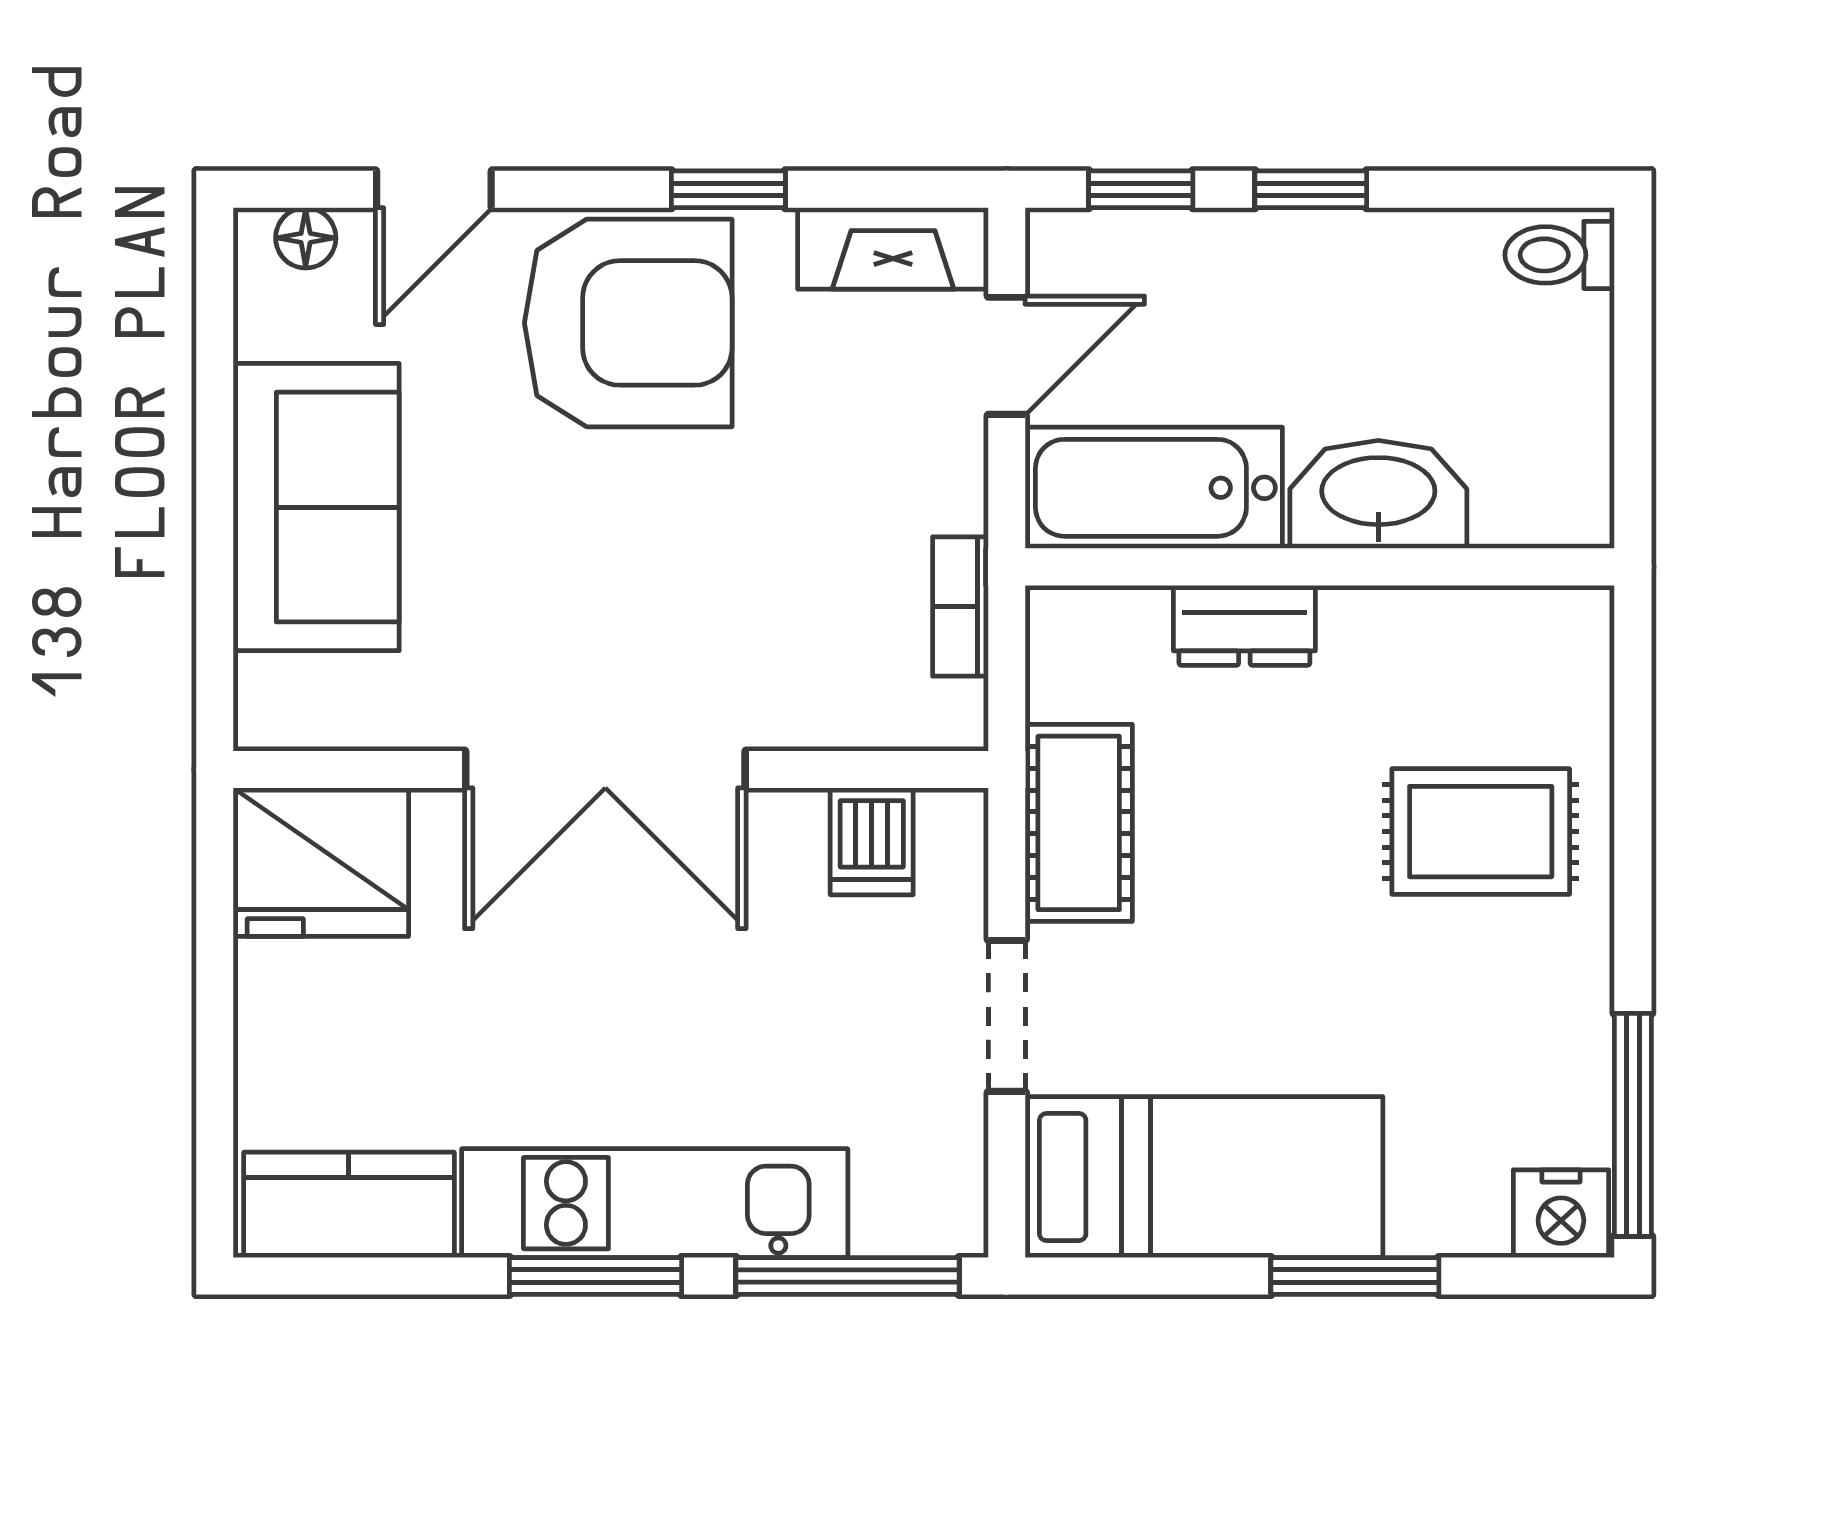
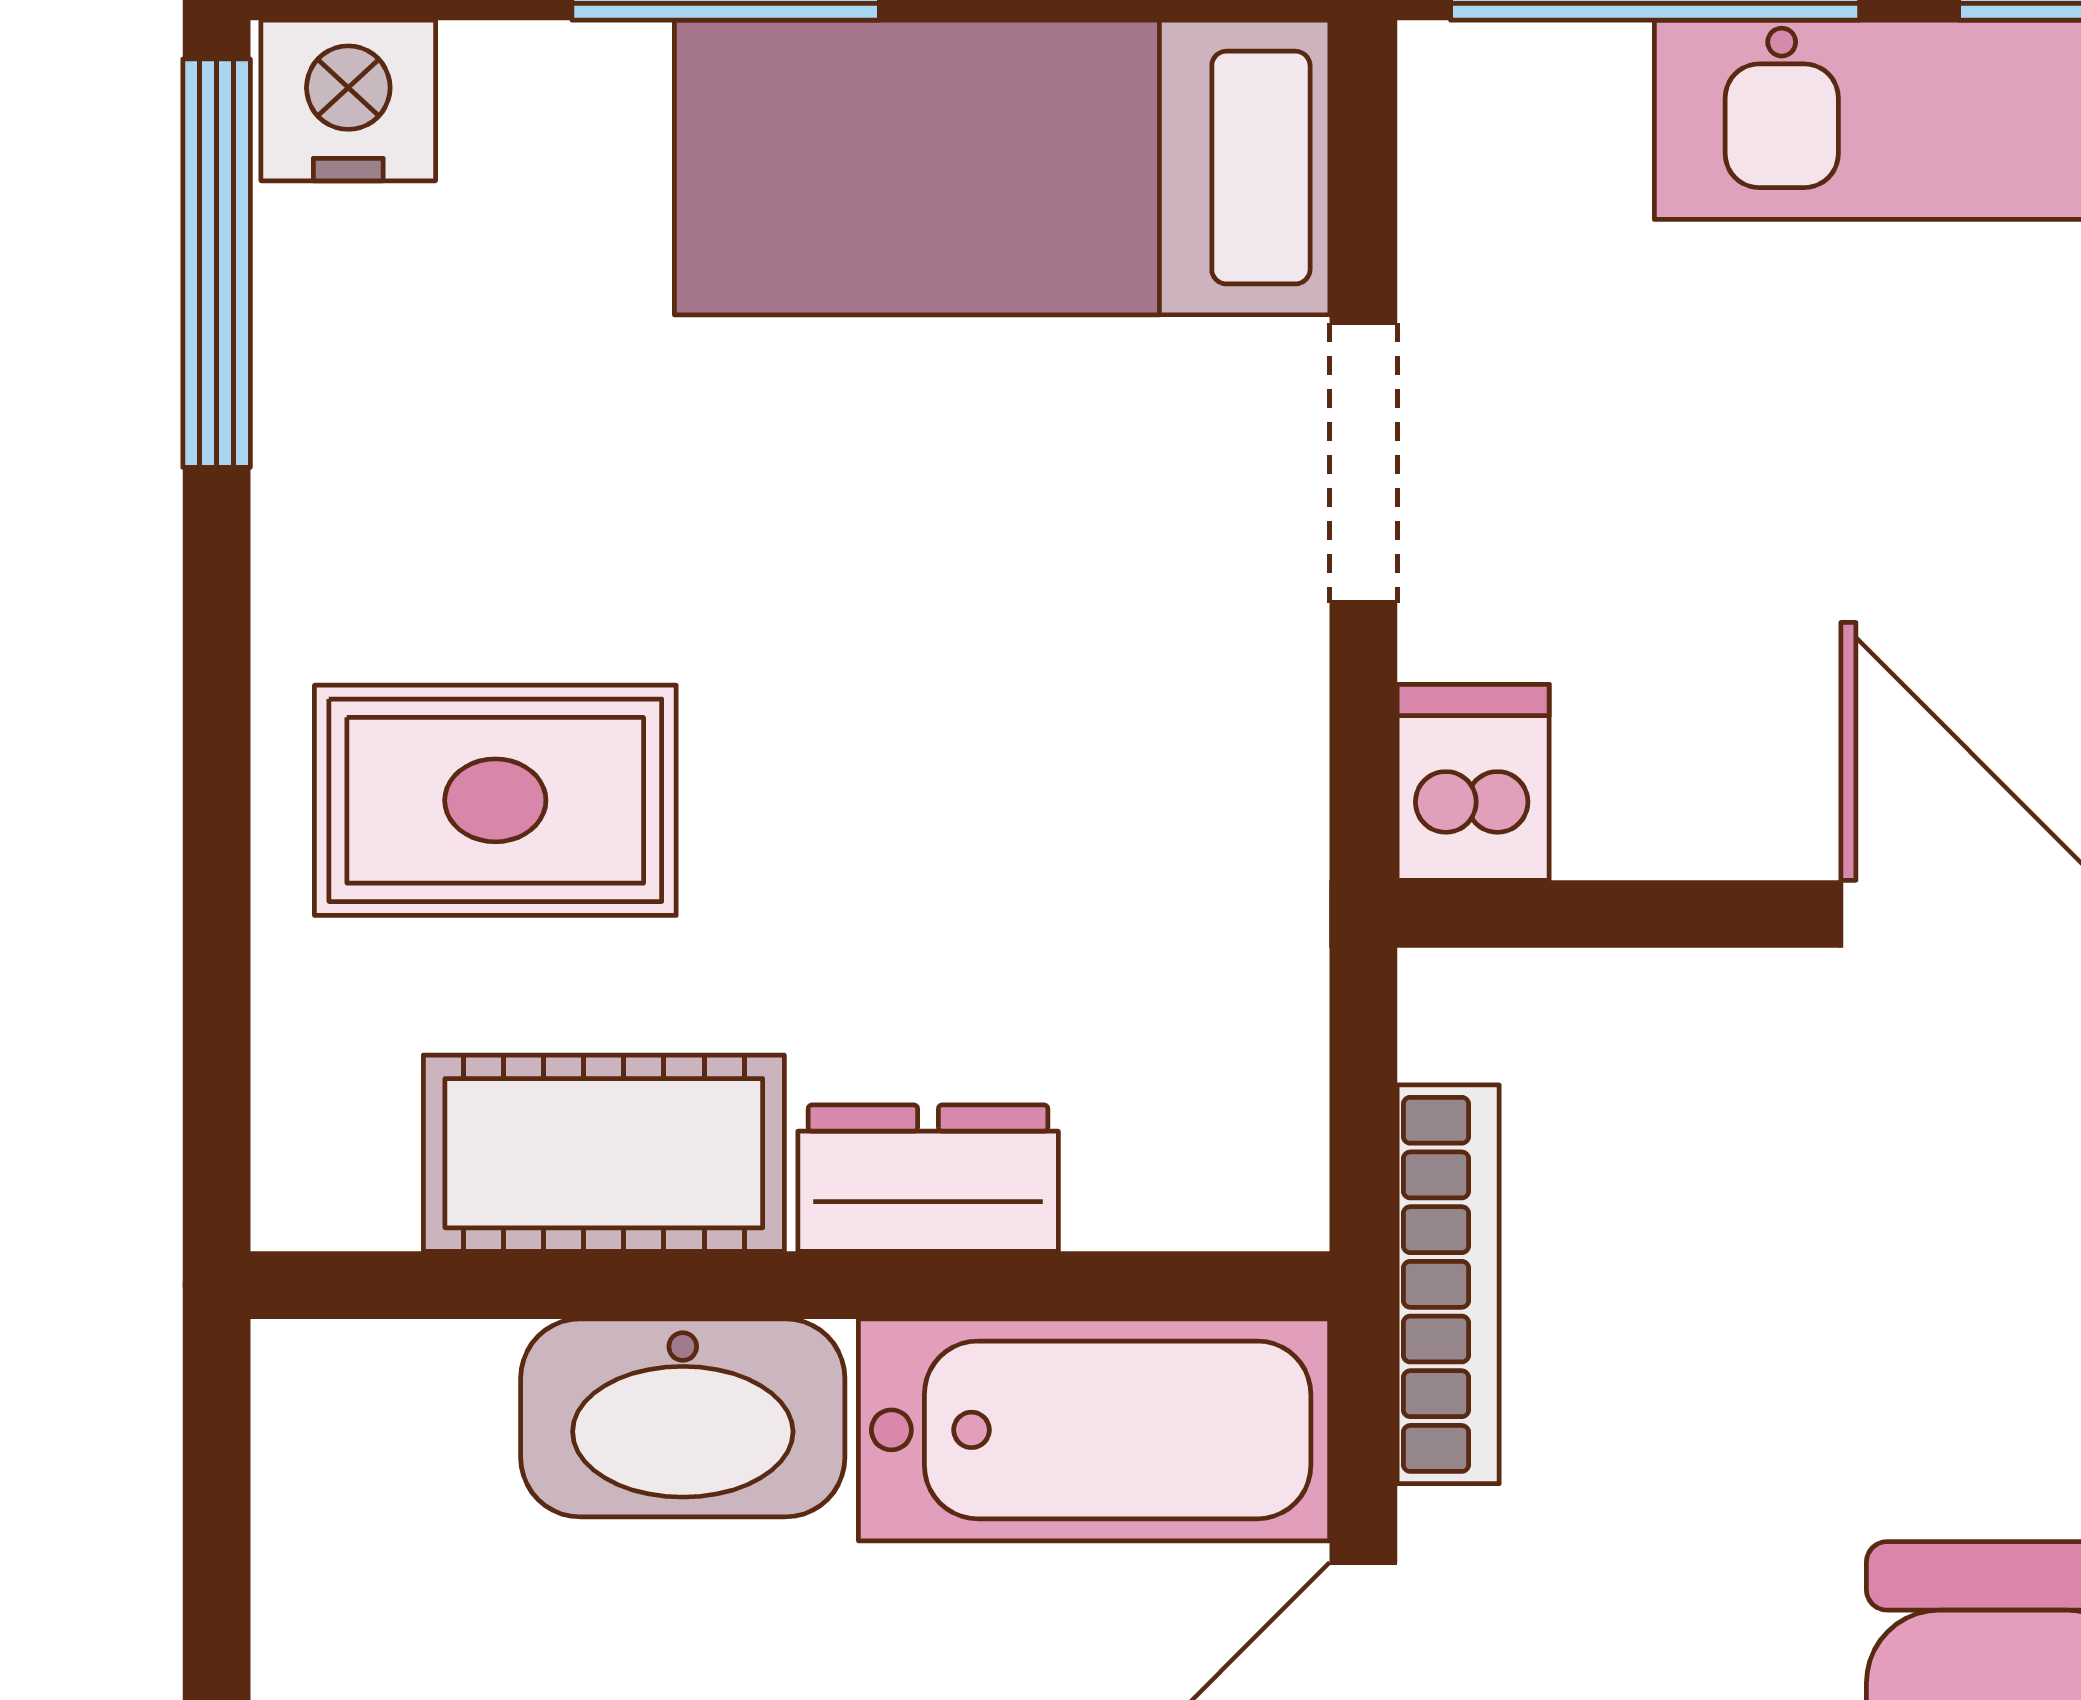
bookcase: (960, 606) -> (1448, 1284), width x1.56
cot: (1079, 823) -> (604, 1153), moved, turned 90
dishwasher: (872, 841) -> (1473, 782), moved

